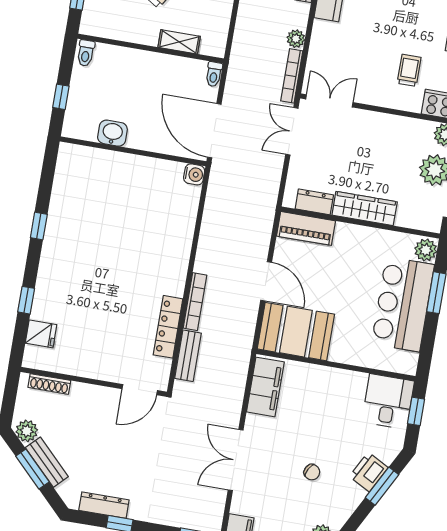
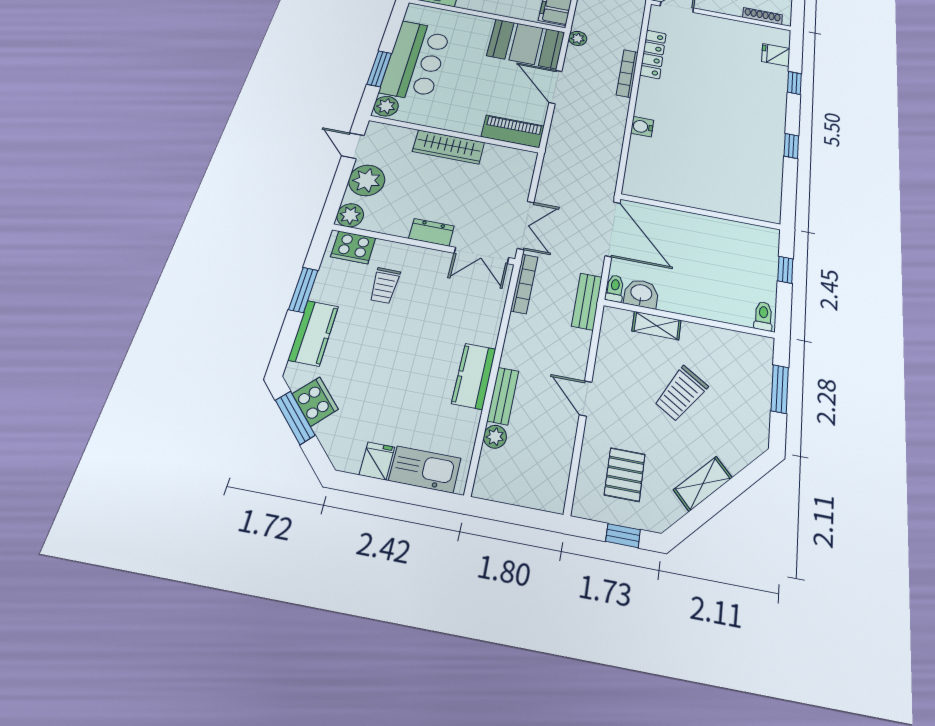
plant: (296, 39) -> (578, 38), moved
washbasin: (112, 133) -> (641, 294), moved, turned 180
water cooler: (194, 174) -> (642, 127), moved
dresser: (314, 202) -> (431, 232), moved, turned 180
bench: (188, 356) -> (587, 301), moved

